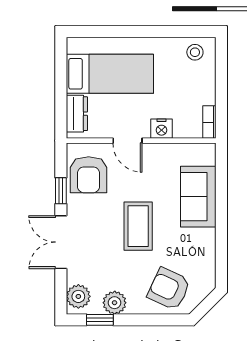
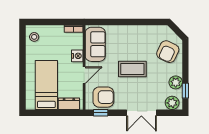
window: (61, 191) -> (101, 113), moved
sofa: (198, 197) -> (95, 44), moved, turned -90

